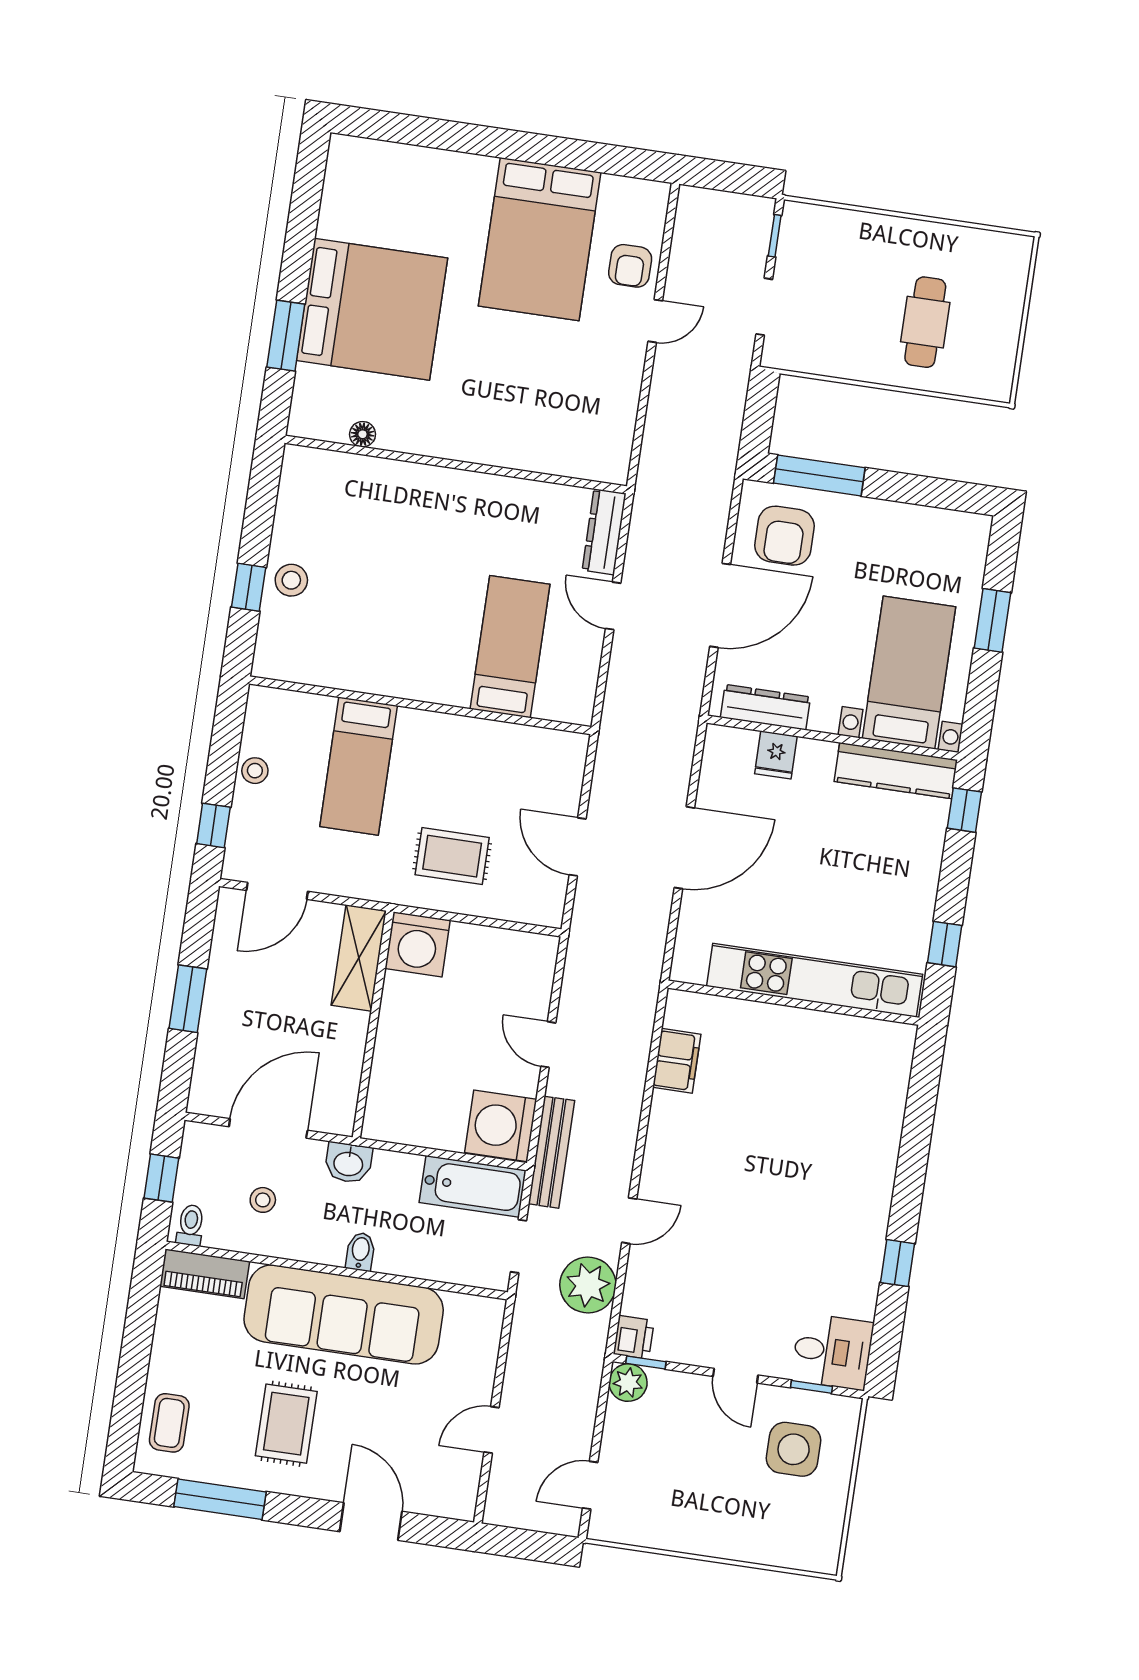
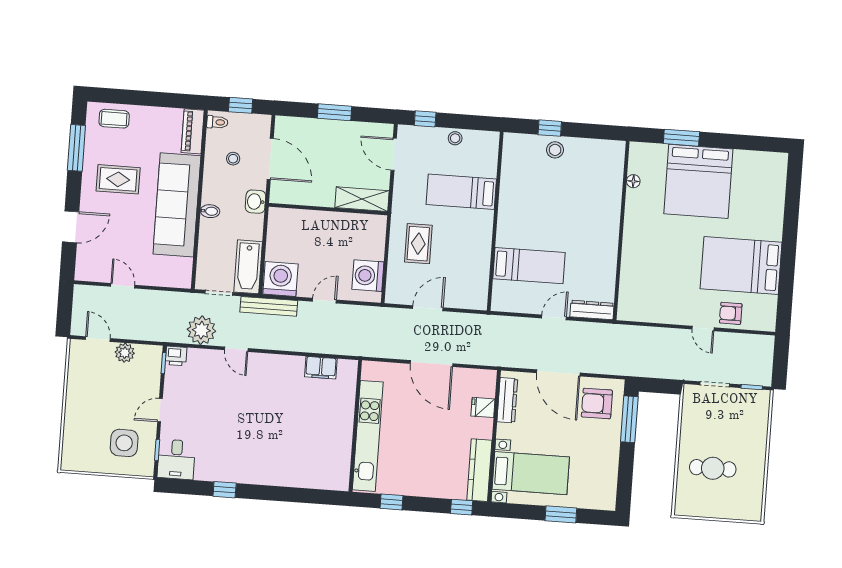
washing machine: (418, 944) -> (368, 276), moved
plant: (628, 1383) -> (125, 353), moved

